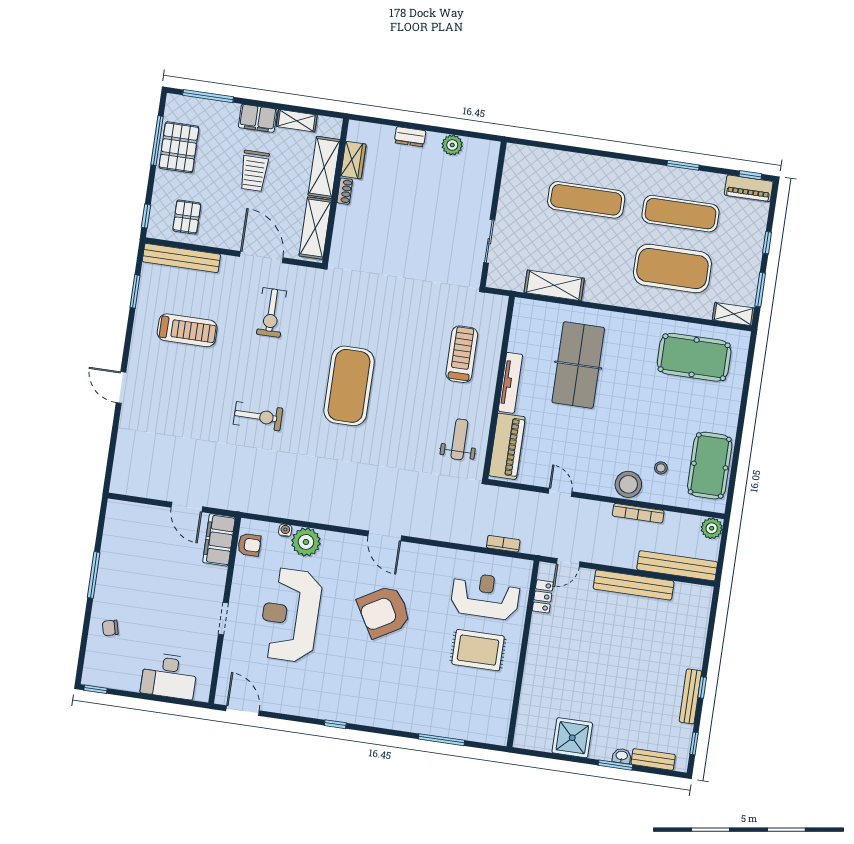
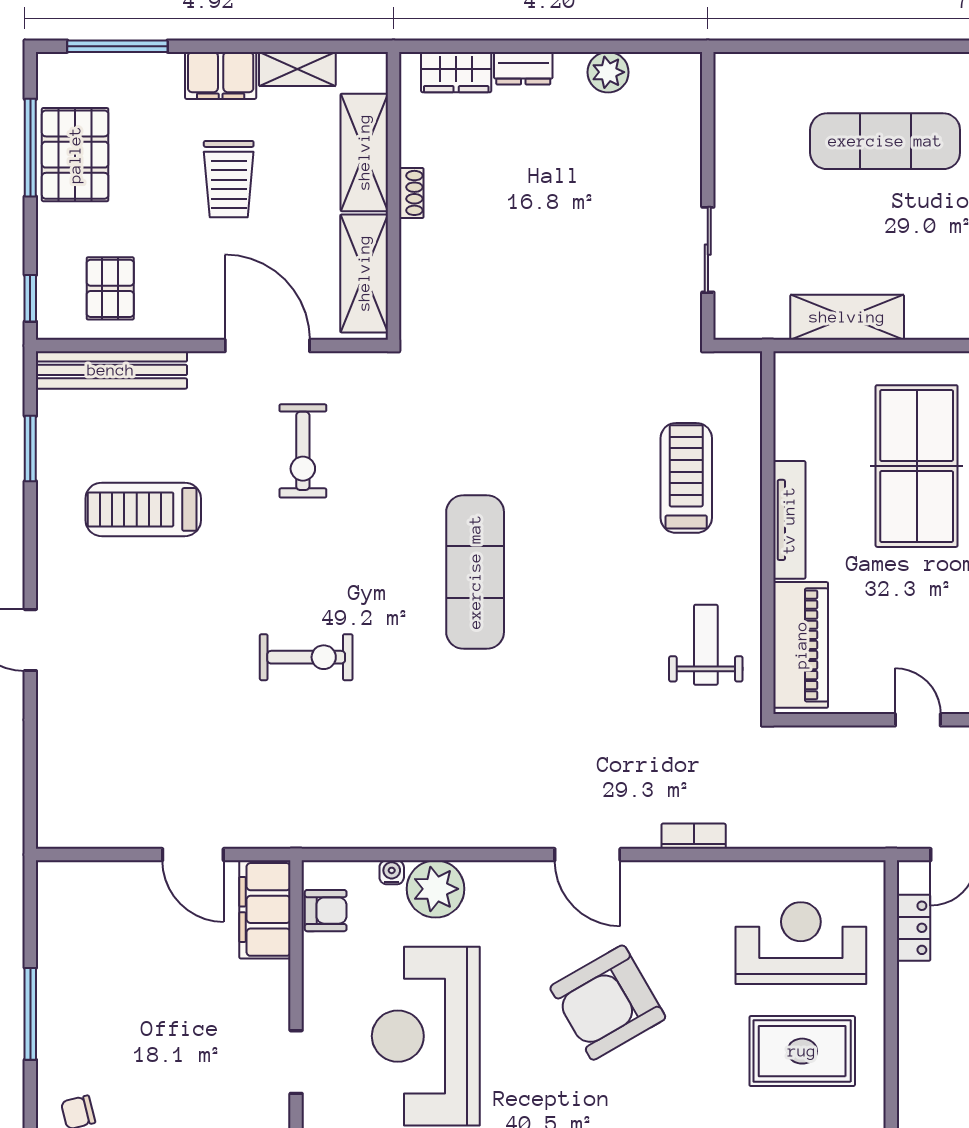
wardrobe: (353, 160) -> (456, 72), moved, turned 90
treadmill: (187, 330) -> (143, 509), turned 180
exercise mat: (349, 386) -> (475, 572), width x0.68
bookcase: (503, 544) -> (694, 836), moved

